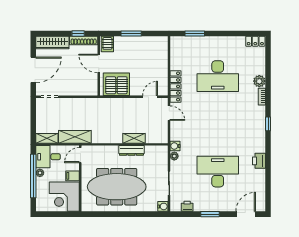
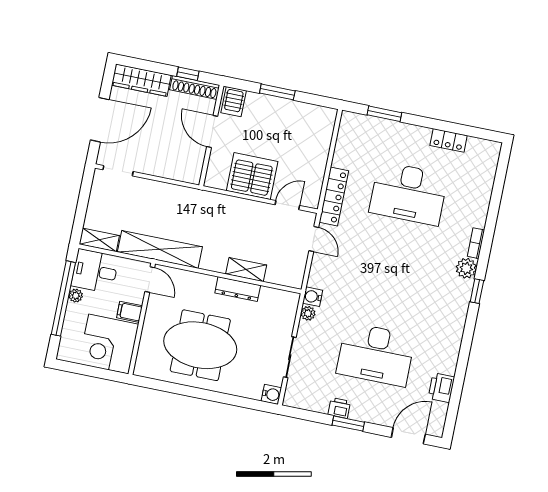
locker: (255, 41) -> (449, 140), moved
plant: (259, 81) -> (466, 268), moved
server rack: (116, 84) -> (252, 176), moved
shelving: (75, 137) -> (160, 249), width x1.47
door: (80, 155) -> (150, 280), swing flipped
printer: (259, 161) -> (441, 388), moved
desk: (218, 172) -> (376, 354), turned 180
meeting table: (117, 187) -> (200, 345), width x0.73
printer: (187, 206) -> (339, 408), moved

